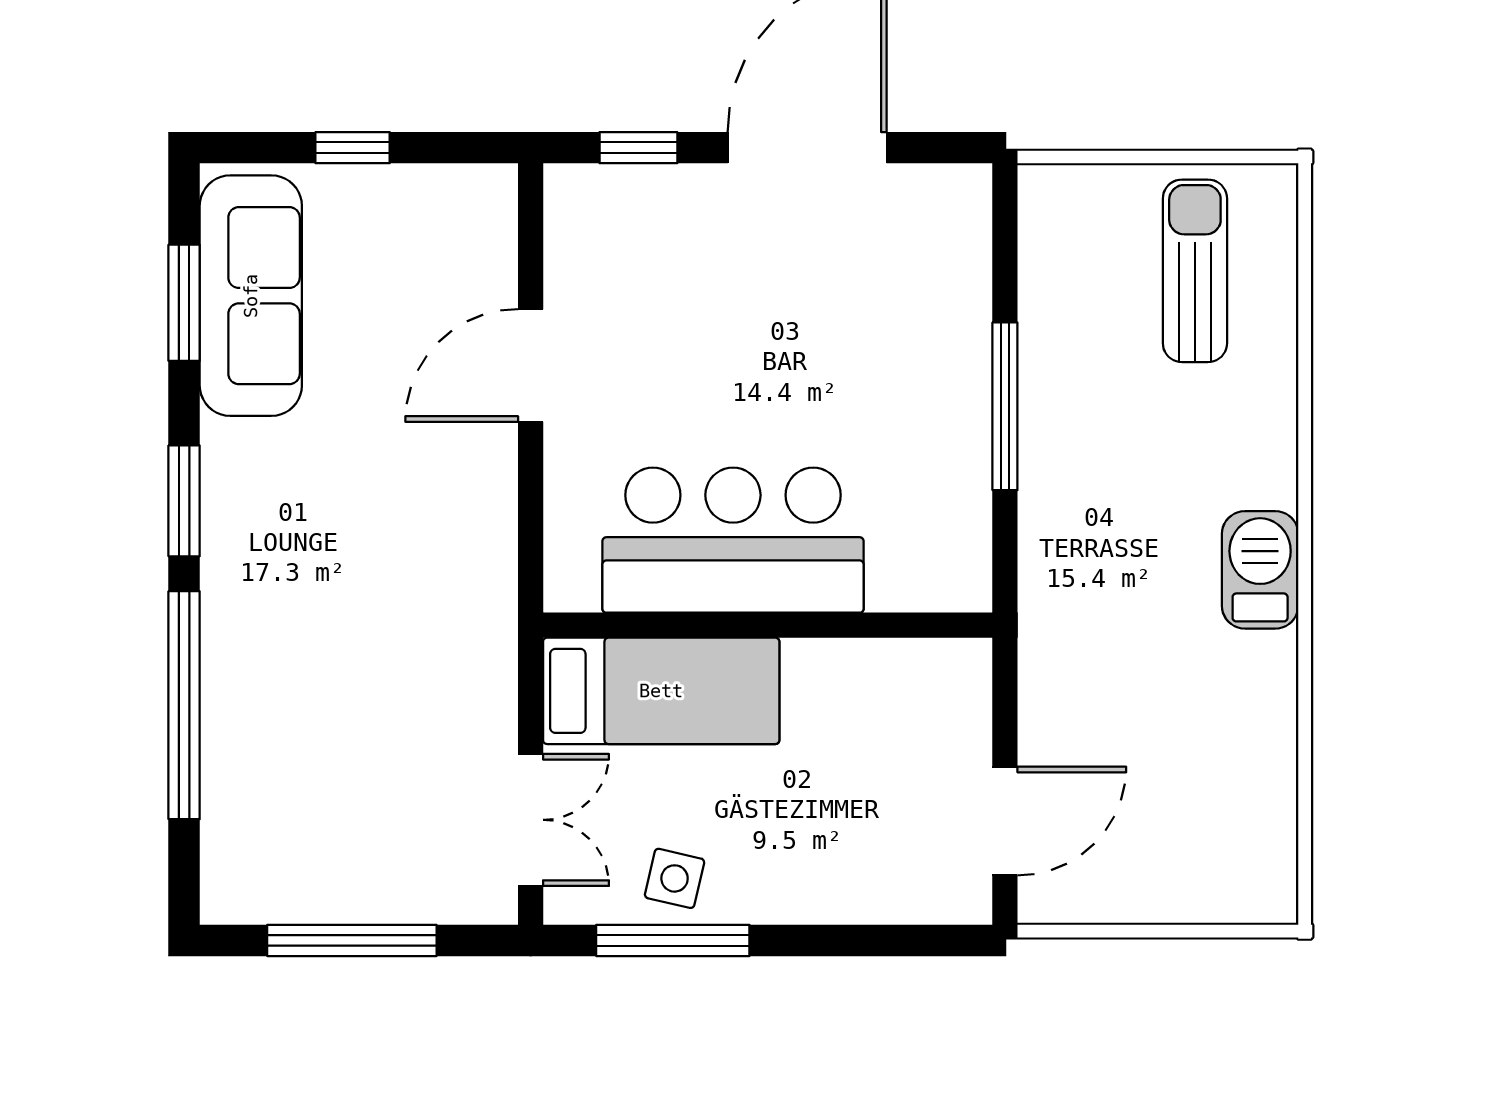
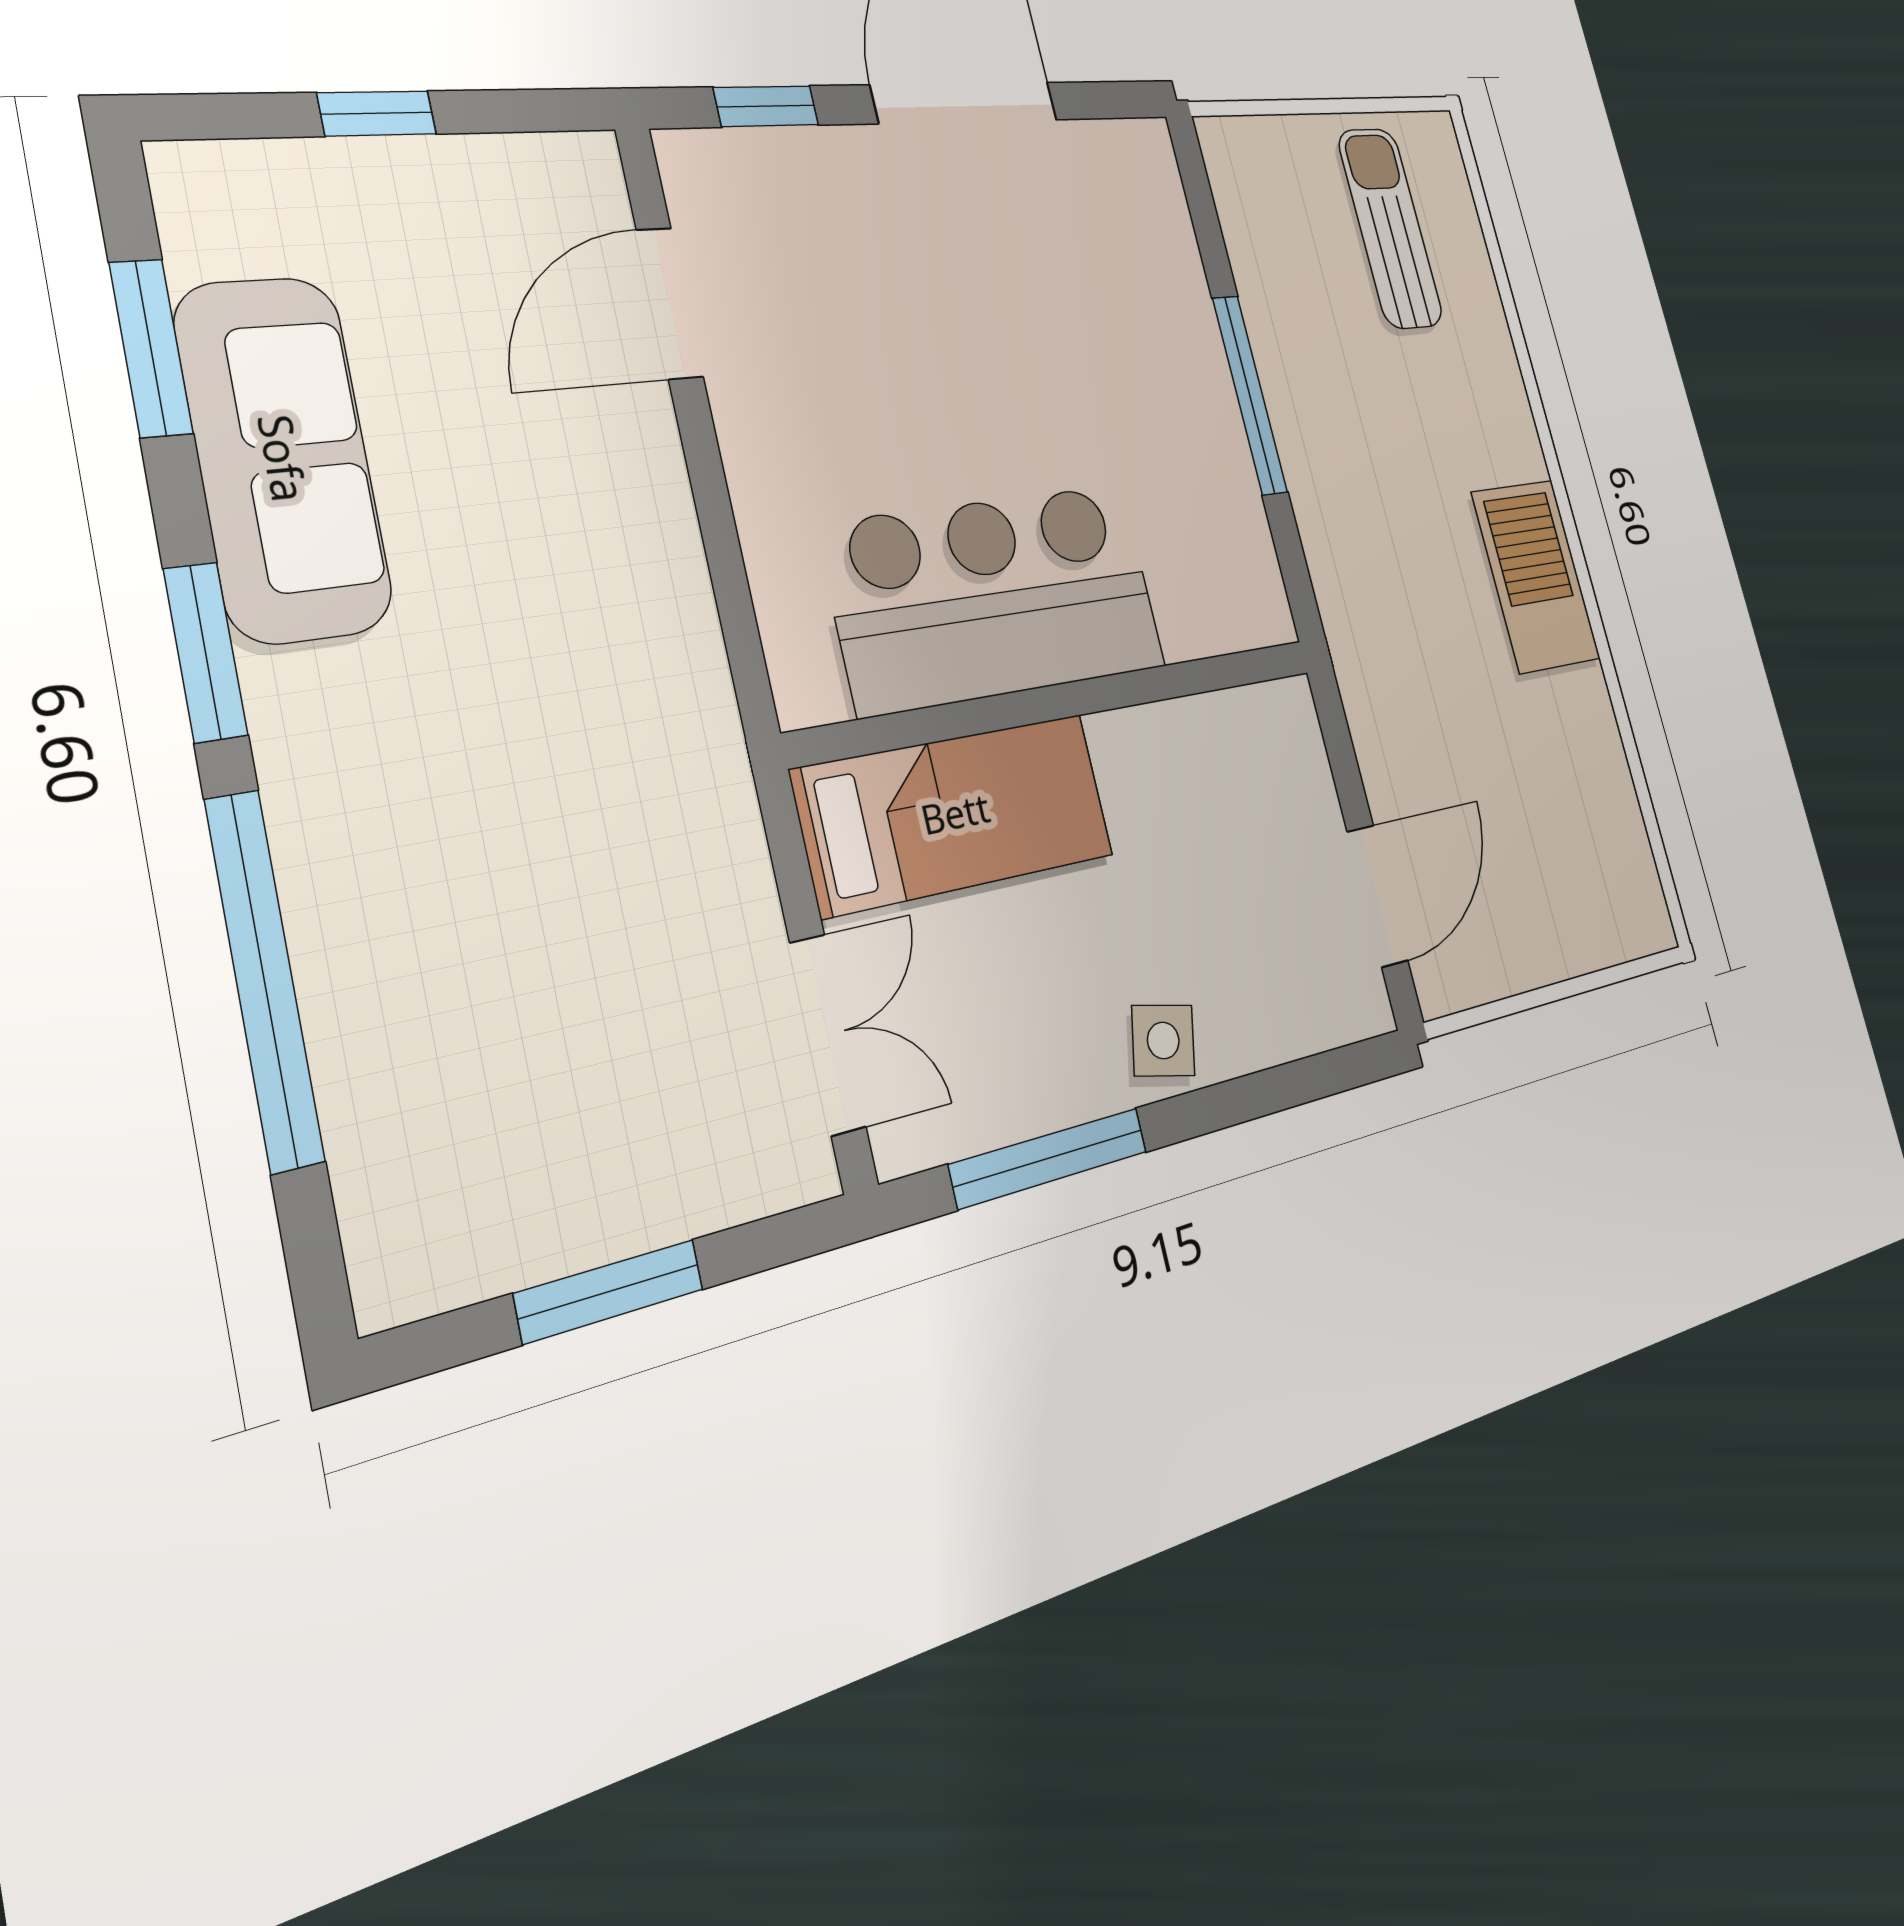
sofa: (251, 296) -> (283, 458), moved
door: (531, 365) -> (670, 303), moved
barbecue: (1260, 570) -> (1536, 576), width x1.37, depth x1.21
side table: (675, 878) -> (1163, 1040), moved
window: (352, 940) -> (609, 1291), width x0.69

